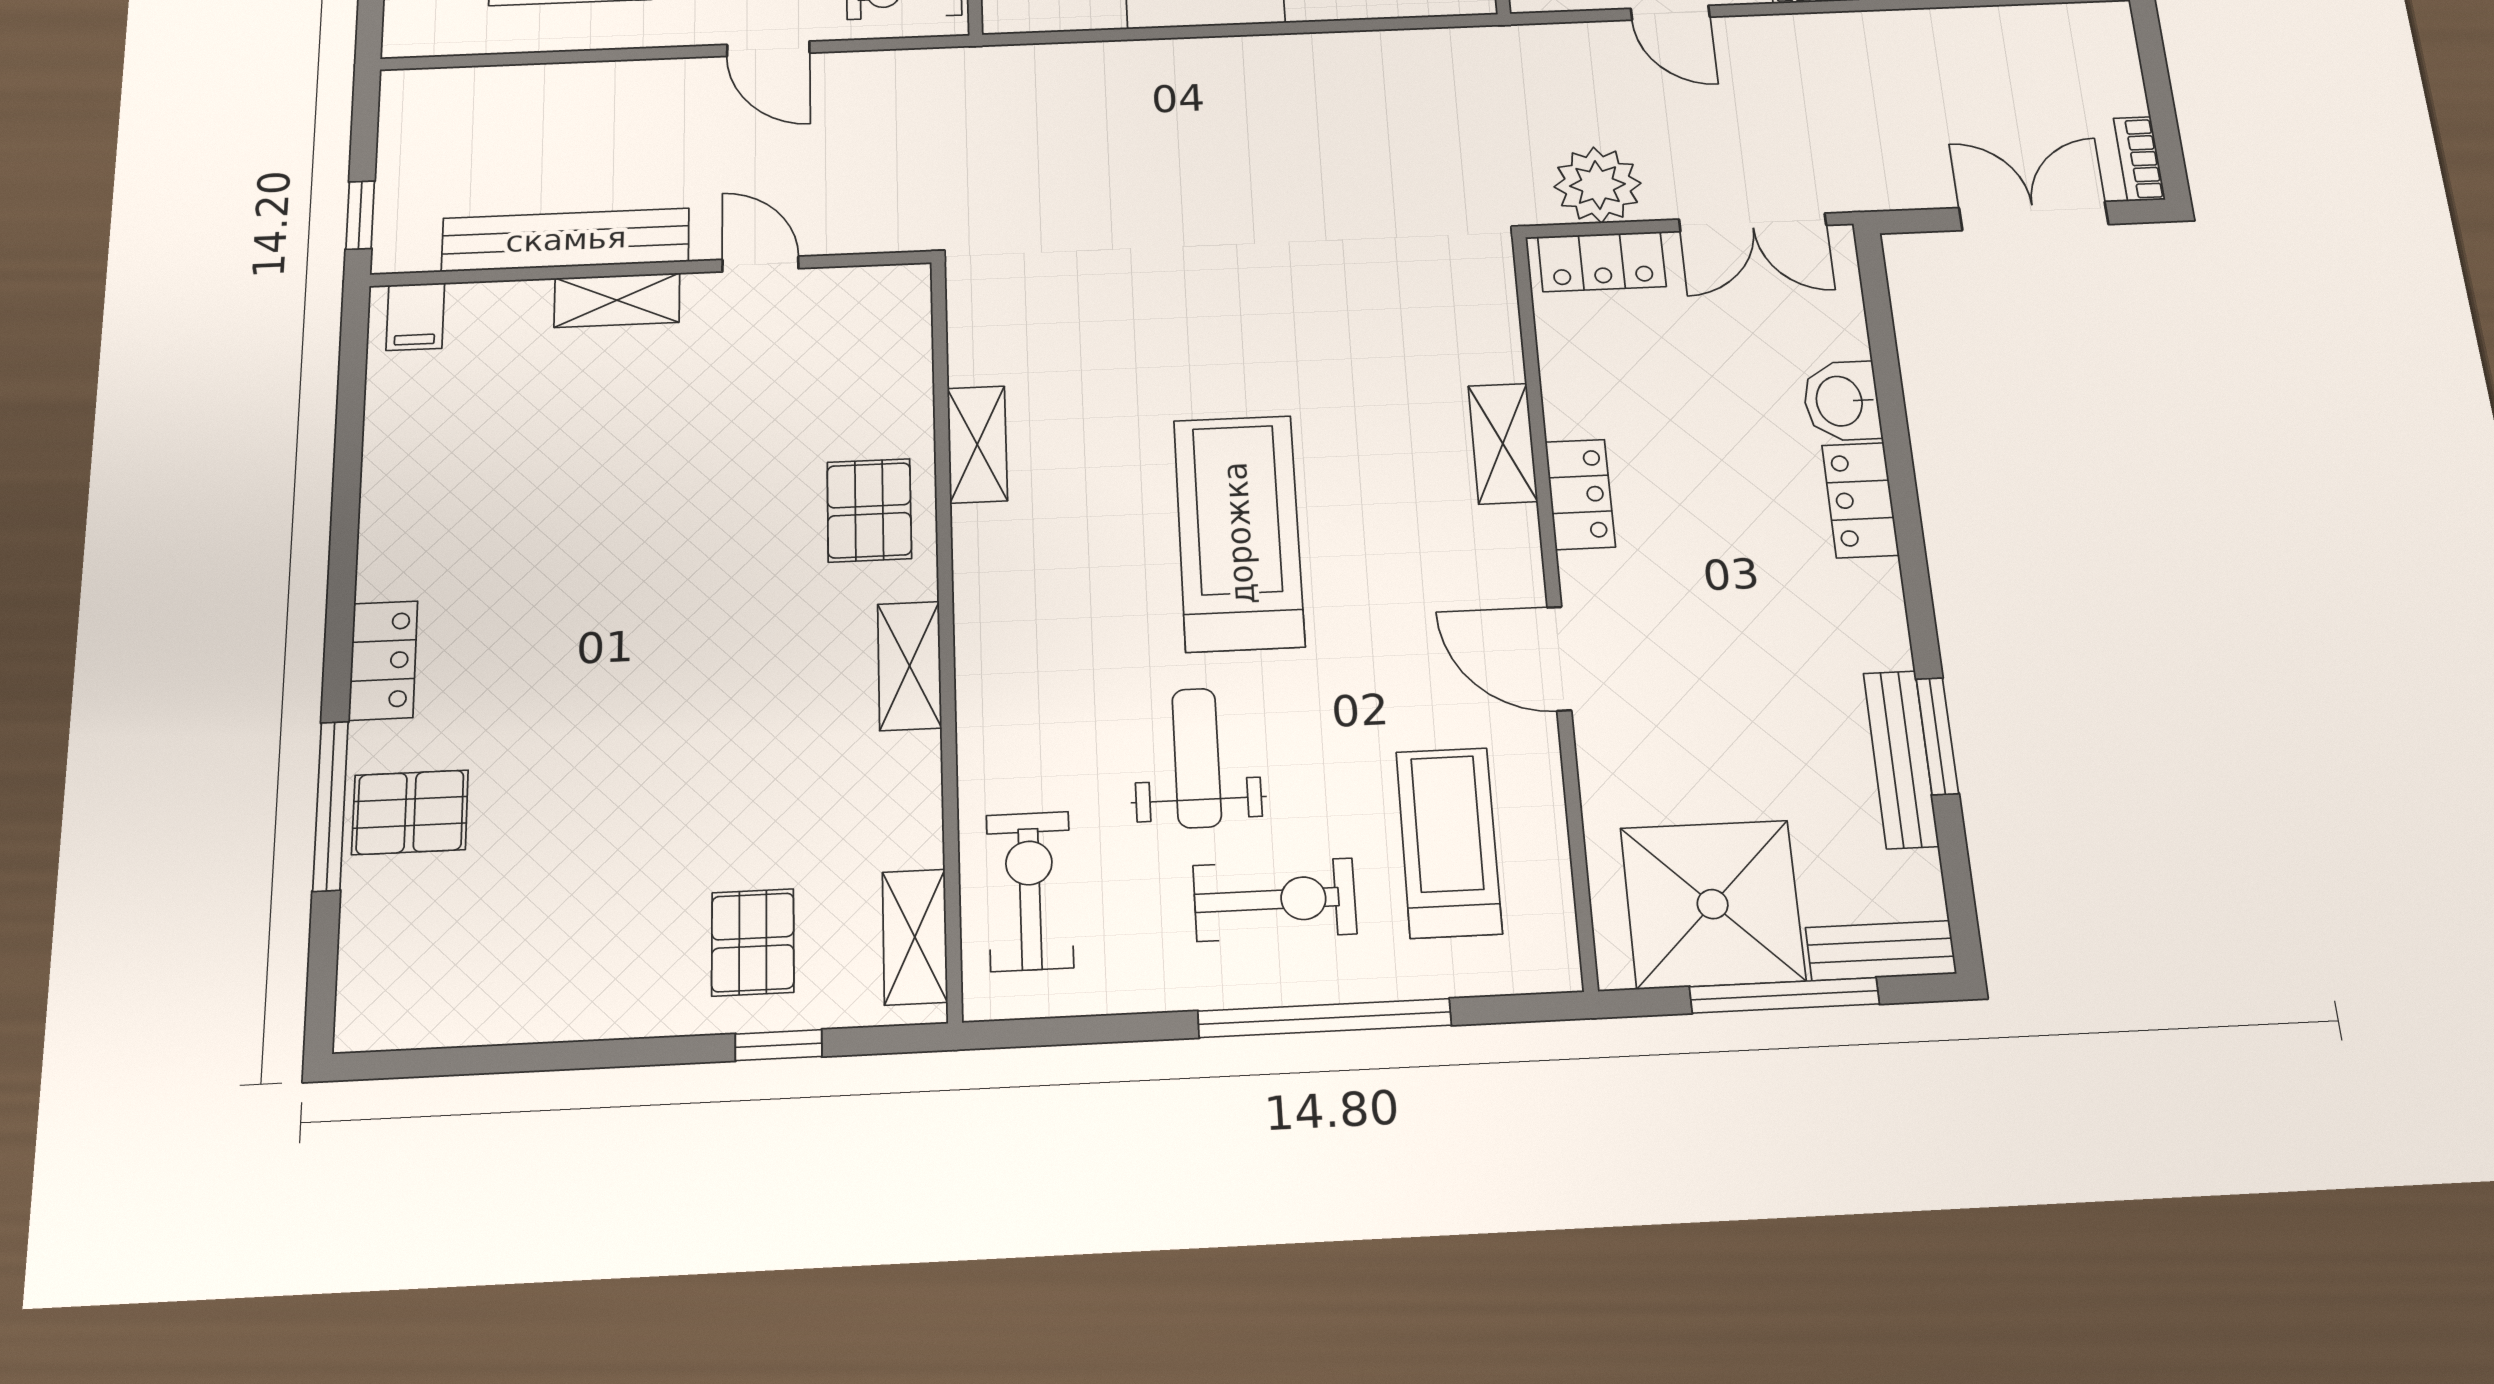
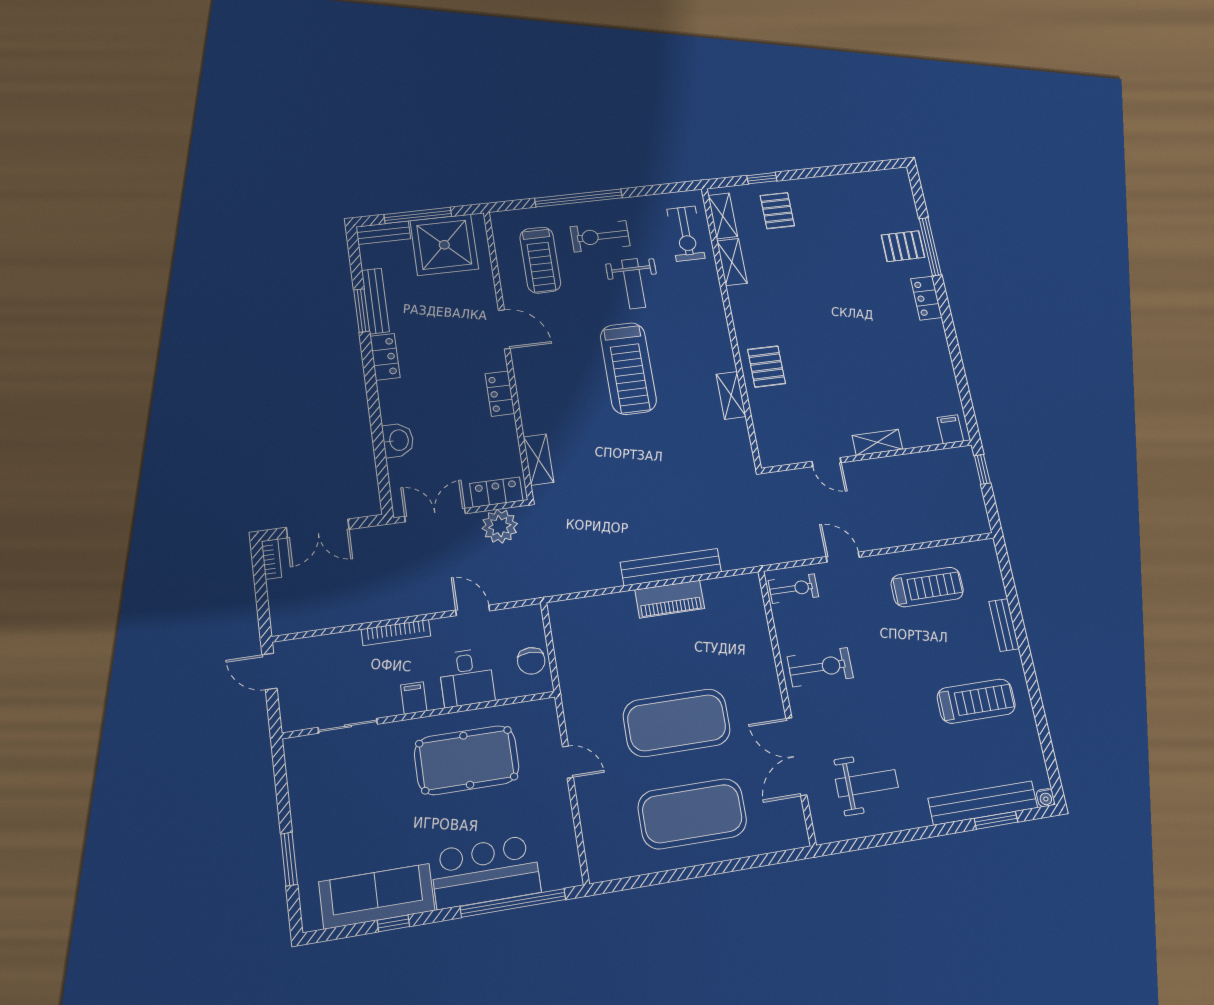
bench: (566, 240) -> (671, 567), moved
shelving: (1503, 444) -> (538, 460), moved
locker: (1860, 500) -> (385, 357), moved
shelving: (910, 666) -> (732, 262), moved

